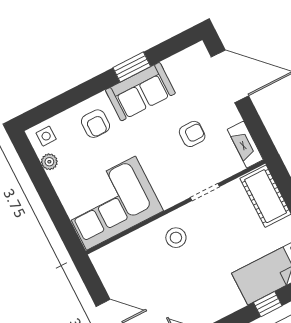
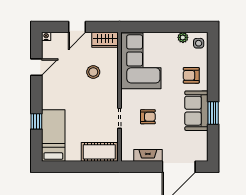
armchair: (192, 134) -> (148, 117), moved, turned -90
fireplace: (245, 145) -> (148, 155), moved
stool: (176, 238) -> (93, 72), moved
wardrobe: (107, 267) -> (105, 40), added

